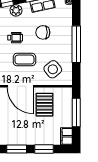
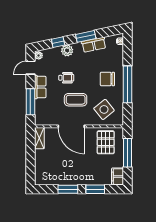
chair: (43, 32) -> (107, 79), moved
pallet: (44, 105) -> (106, 142), moved

